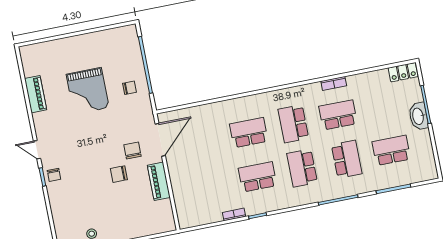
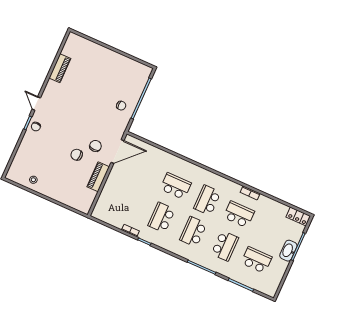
grand piano: (88, 91) -> (94, 89), removed
school desk: (258, 177) -> (162, 218), turned -90

